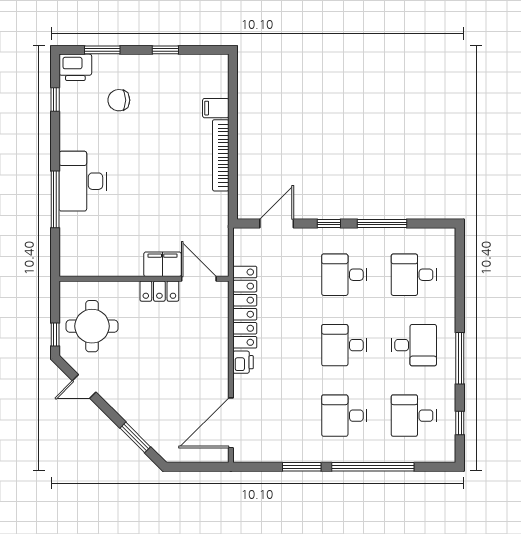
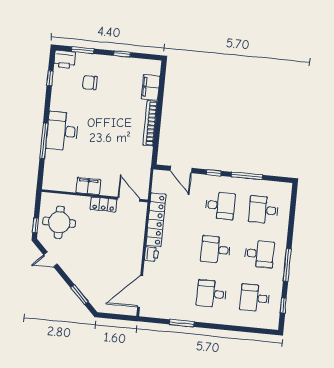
filing cabinet: (216, 108) -> (151, 87), width x2.00
door: (277, 224) -> (181, 169), swing flipped
filing cabinet: (163, 264) -> (88, 186), moved
desk: (344, 275) -> (220, 206), turned 180
window: (373, 467) -> (226, 327), removed

